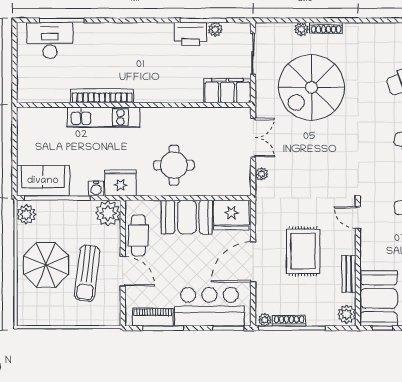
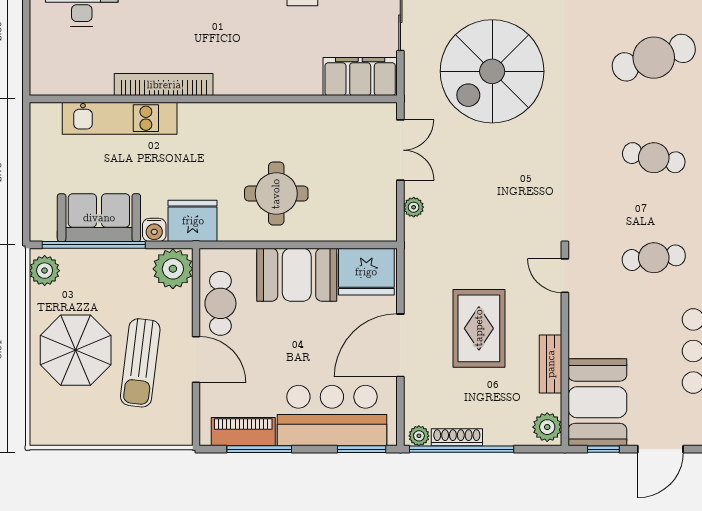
kitchen unit: (104, 117) -> (120, 118), moved
sofa: (43, 181) -> (99, 218), moved

